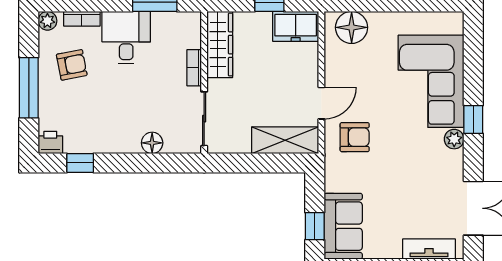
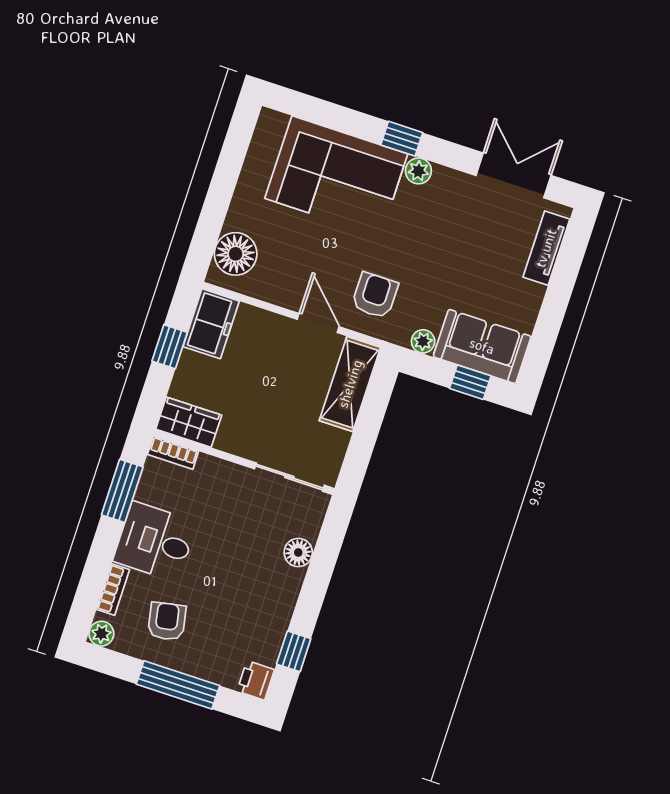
wardrobe: (220, 45) -> (189, 422), width x0.67
bookcase: (194, 68) -> (173, 453), moved
plant: (333, 183) -> (423, 341), added

